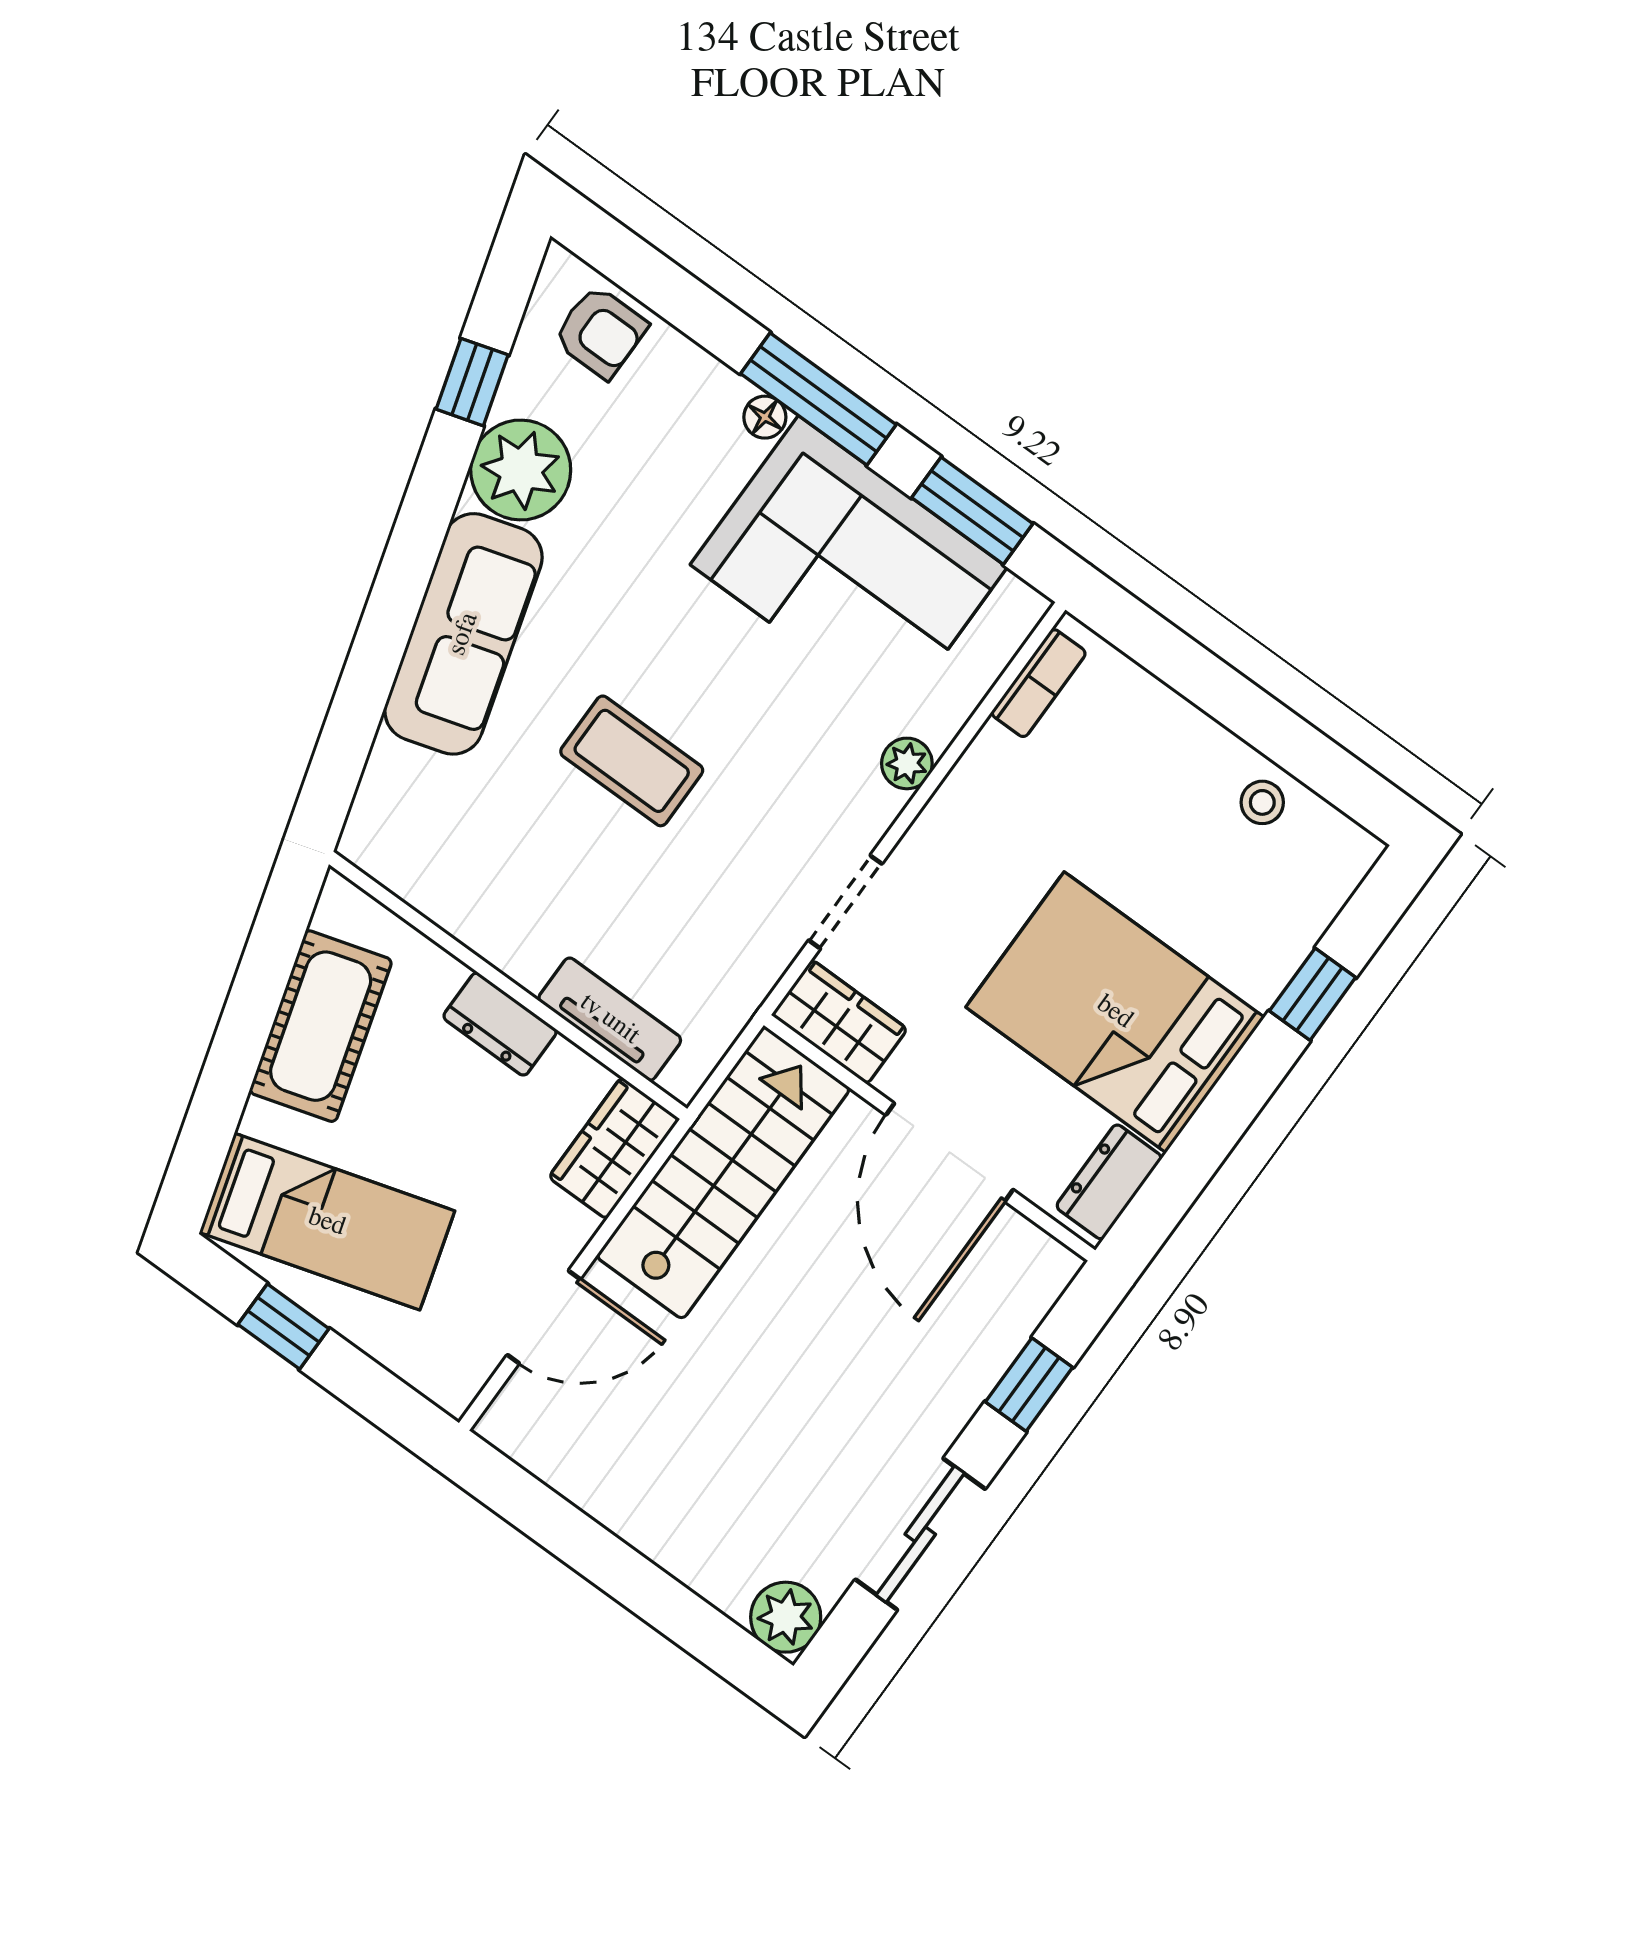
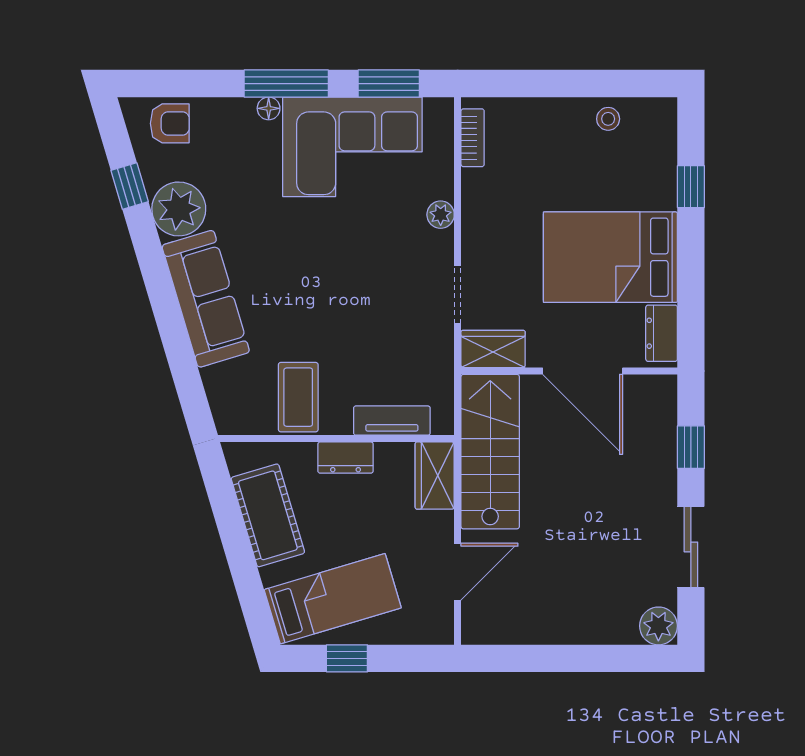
coffee table: (632, 761) -> (298, 397), moved, turned 90

